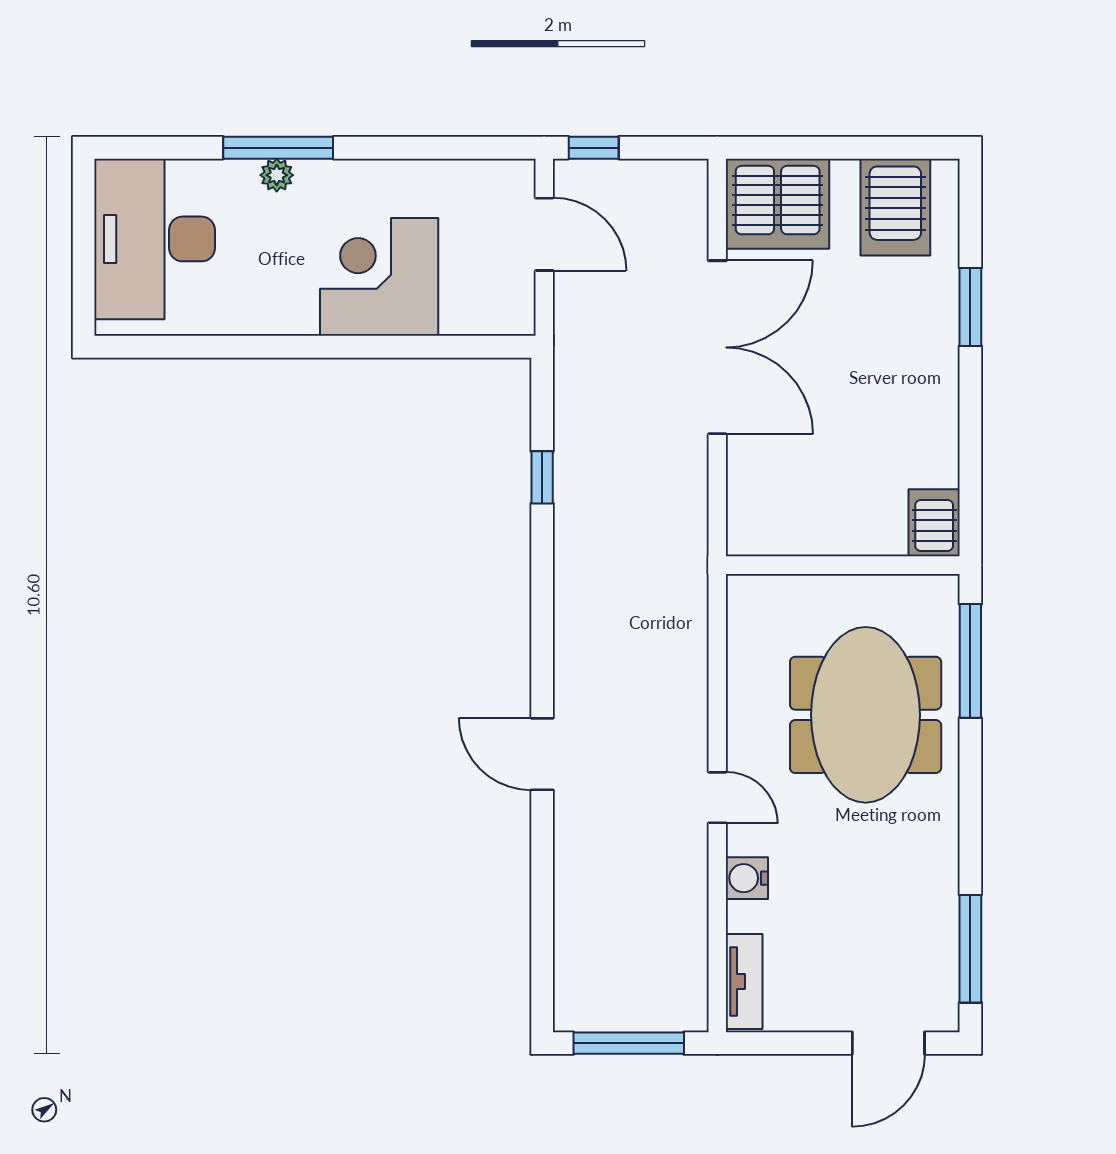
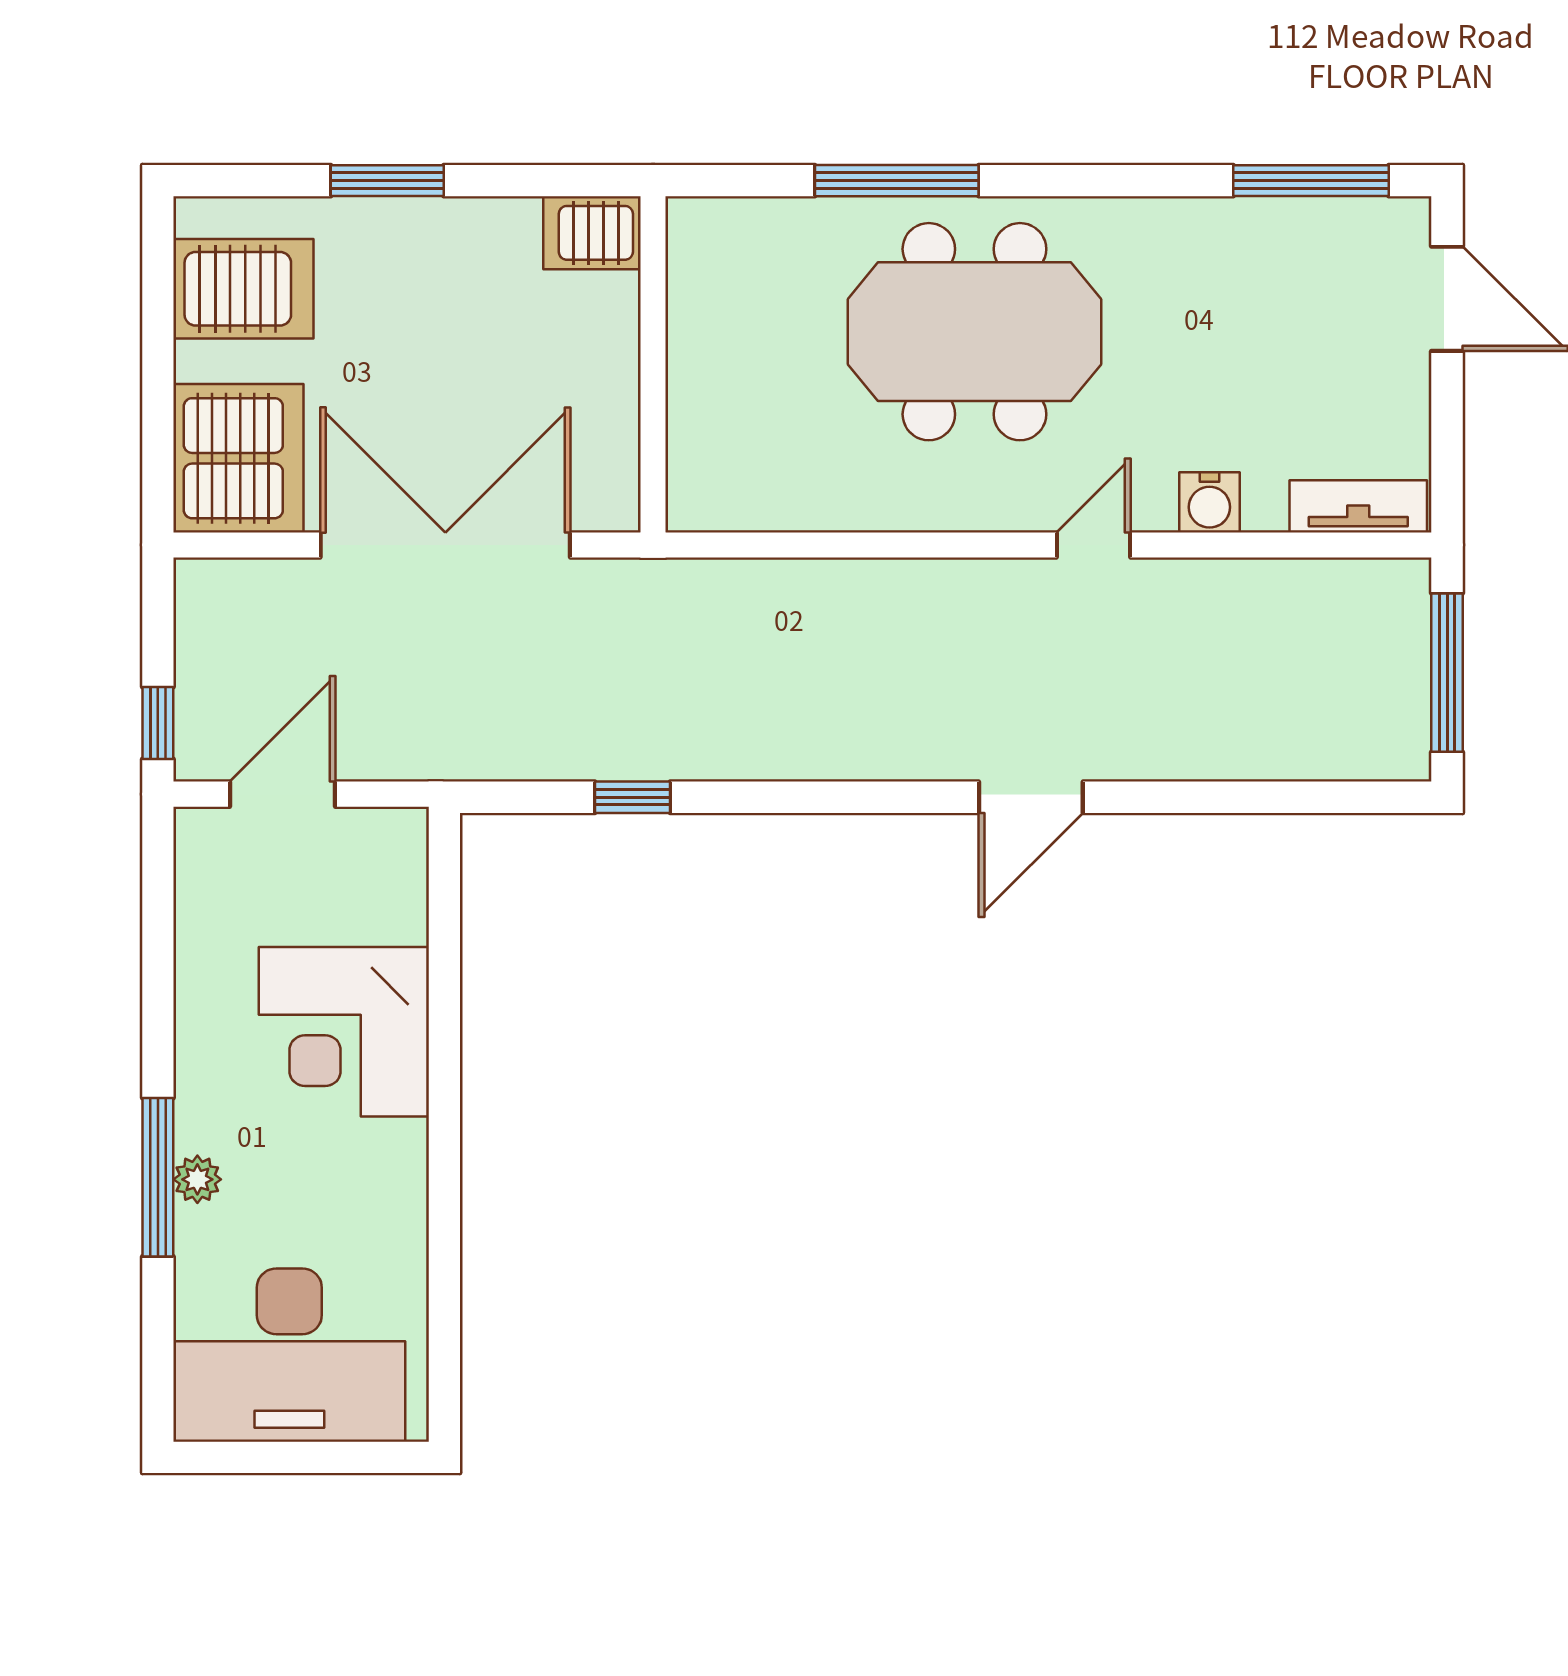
server rack: (934, 523) -> (592, 233), moved
wall: (843, 565) -> (653, 364), moved

